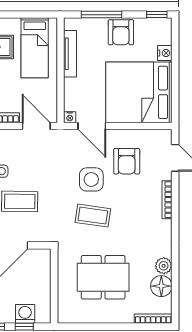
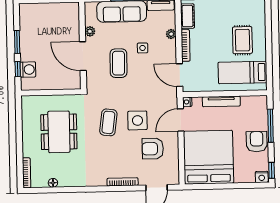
armchair: (121, 32) -> (257, 142), turned 90
nightstand: (165, 53) -> (262, 177), moved
tv unit: (70, 54) -> (221, 101), moved
door: (36, 126) -> (180, 75), swing flipped
plant: (164, 266) -> (69, 180), removed
floor lamp: (161, 286) -> (53, 183), width x0.53, depth x0.53

